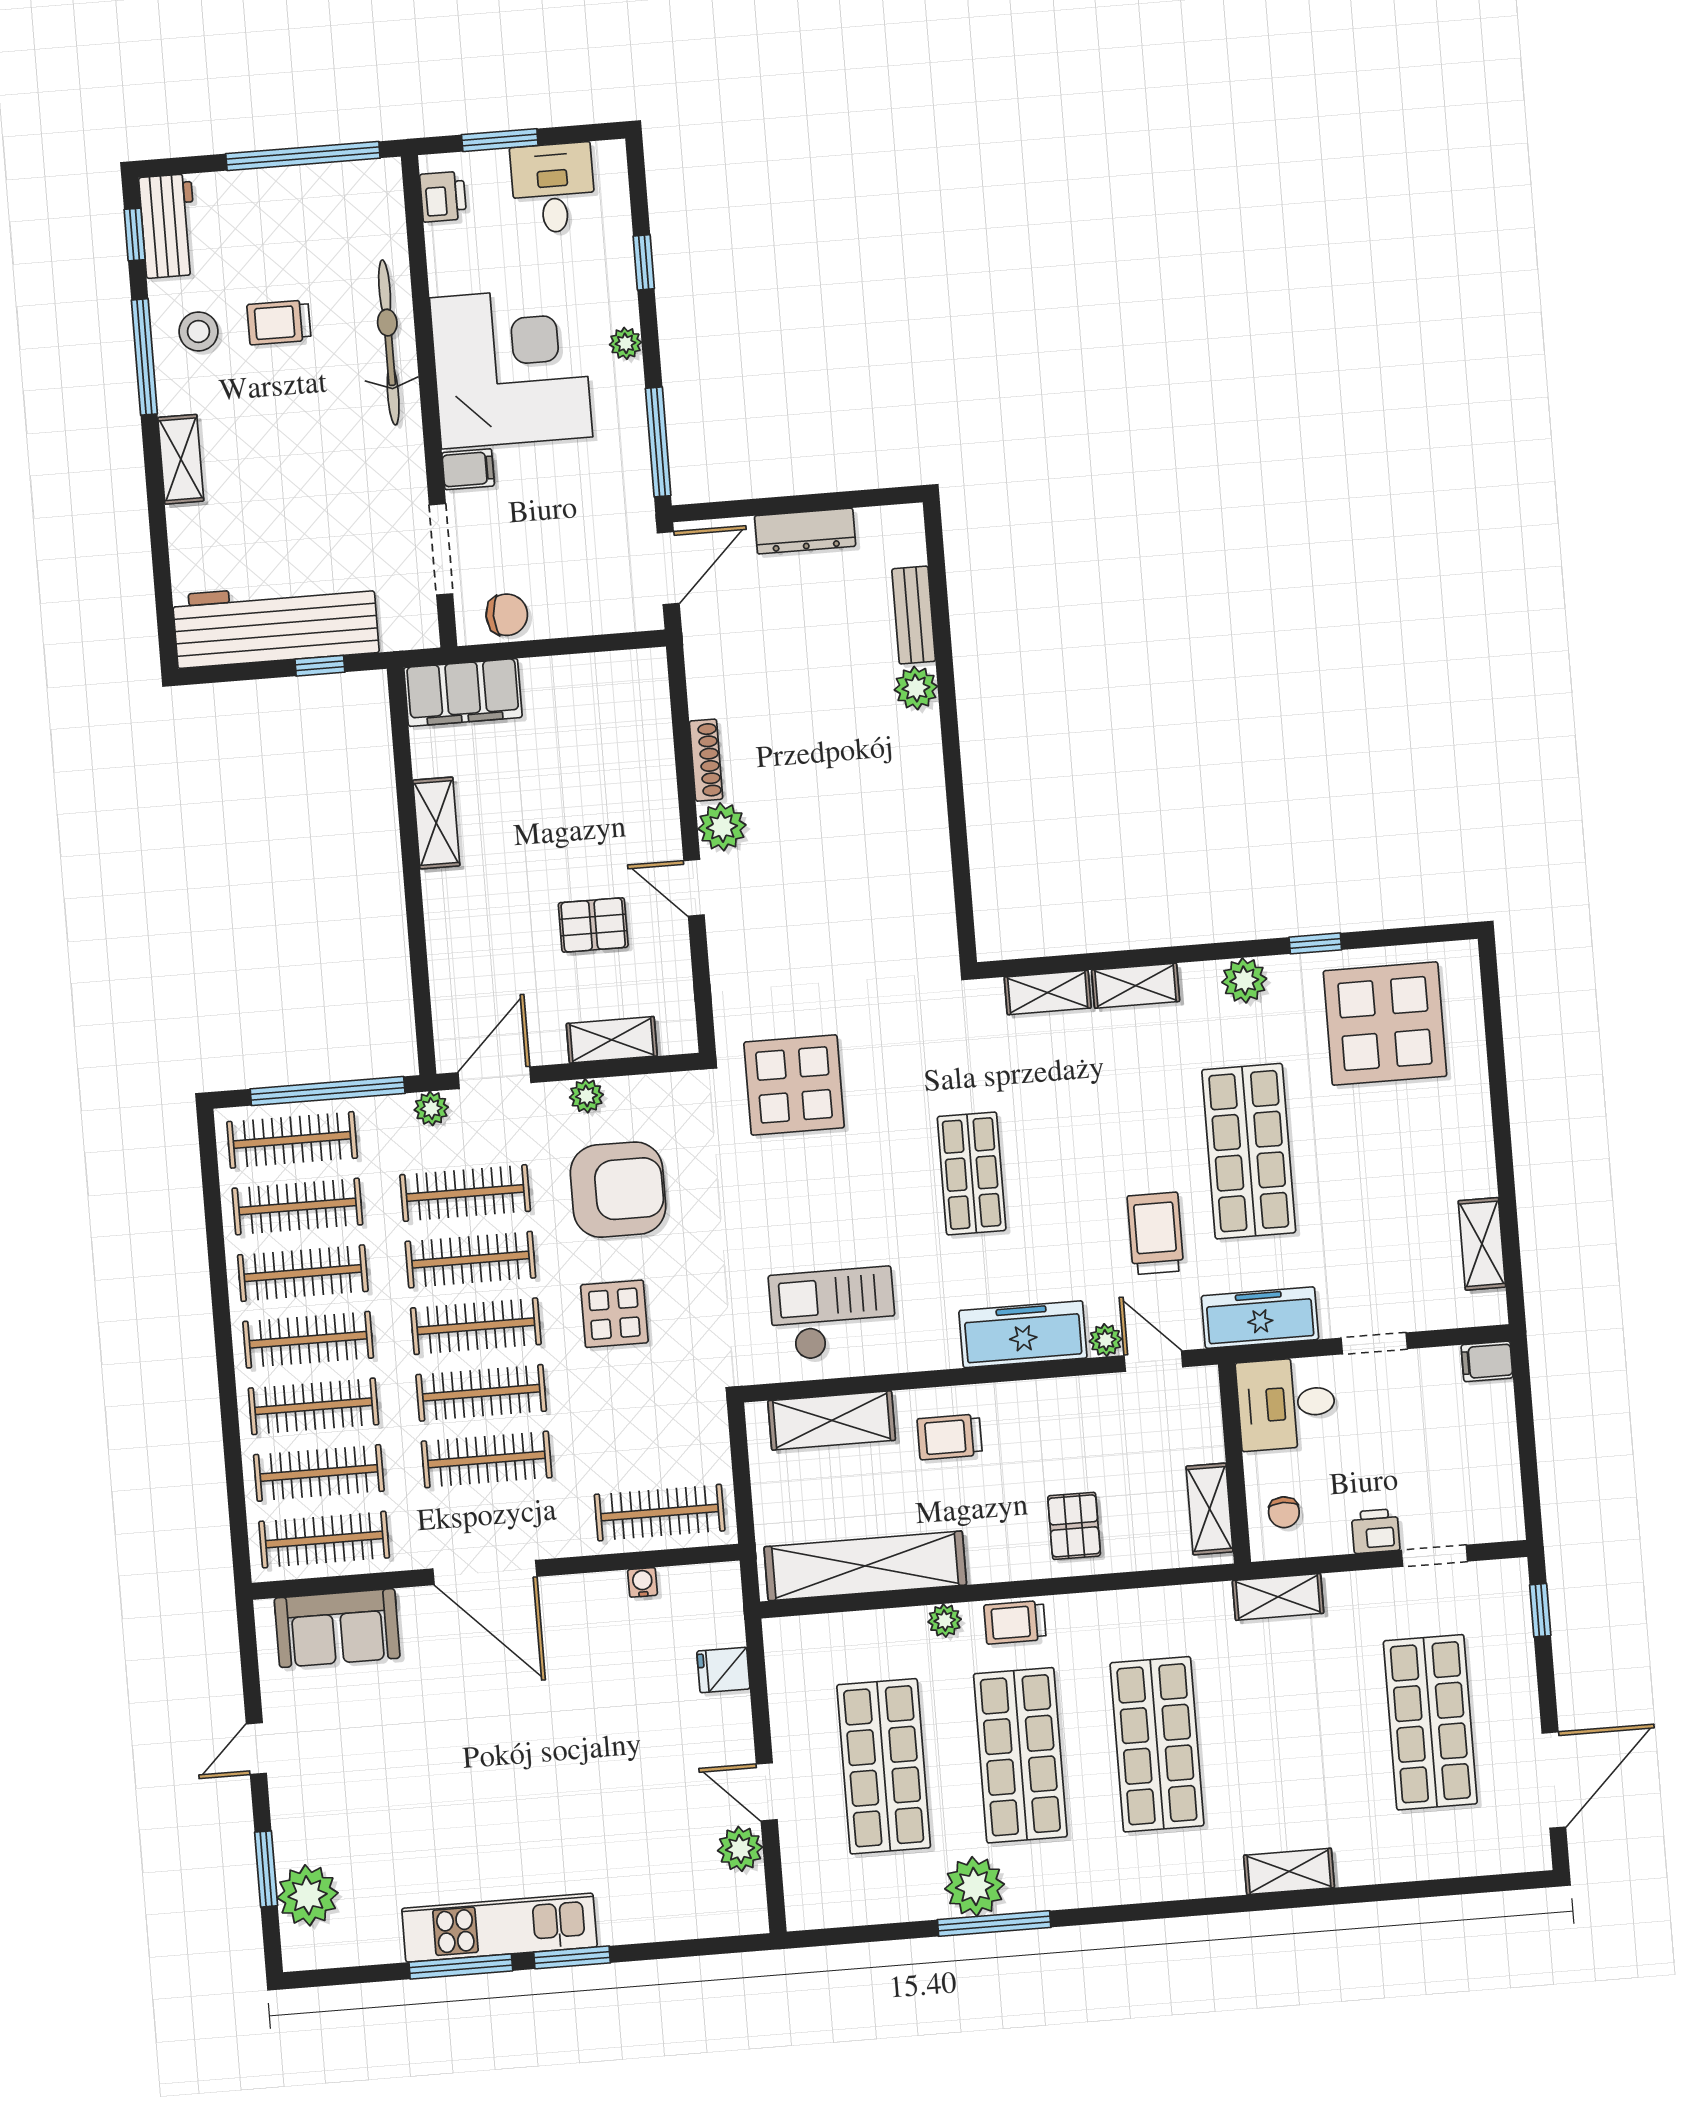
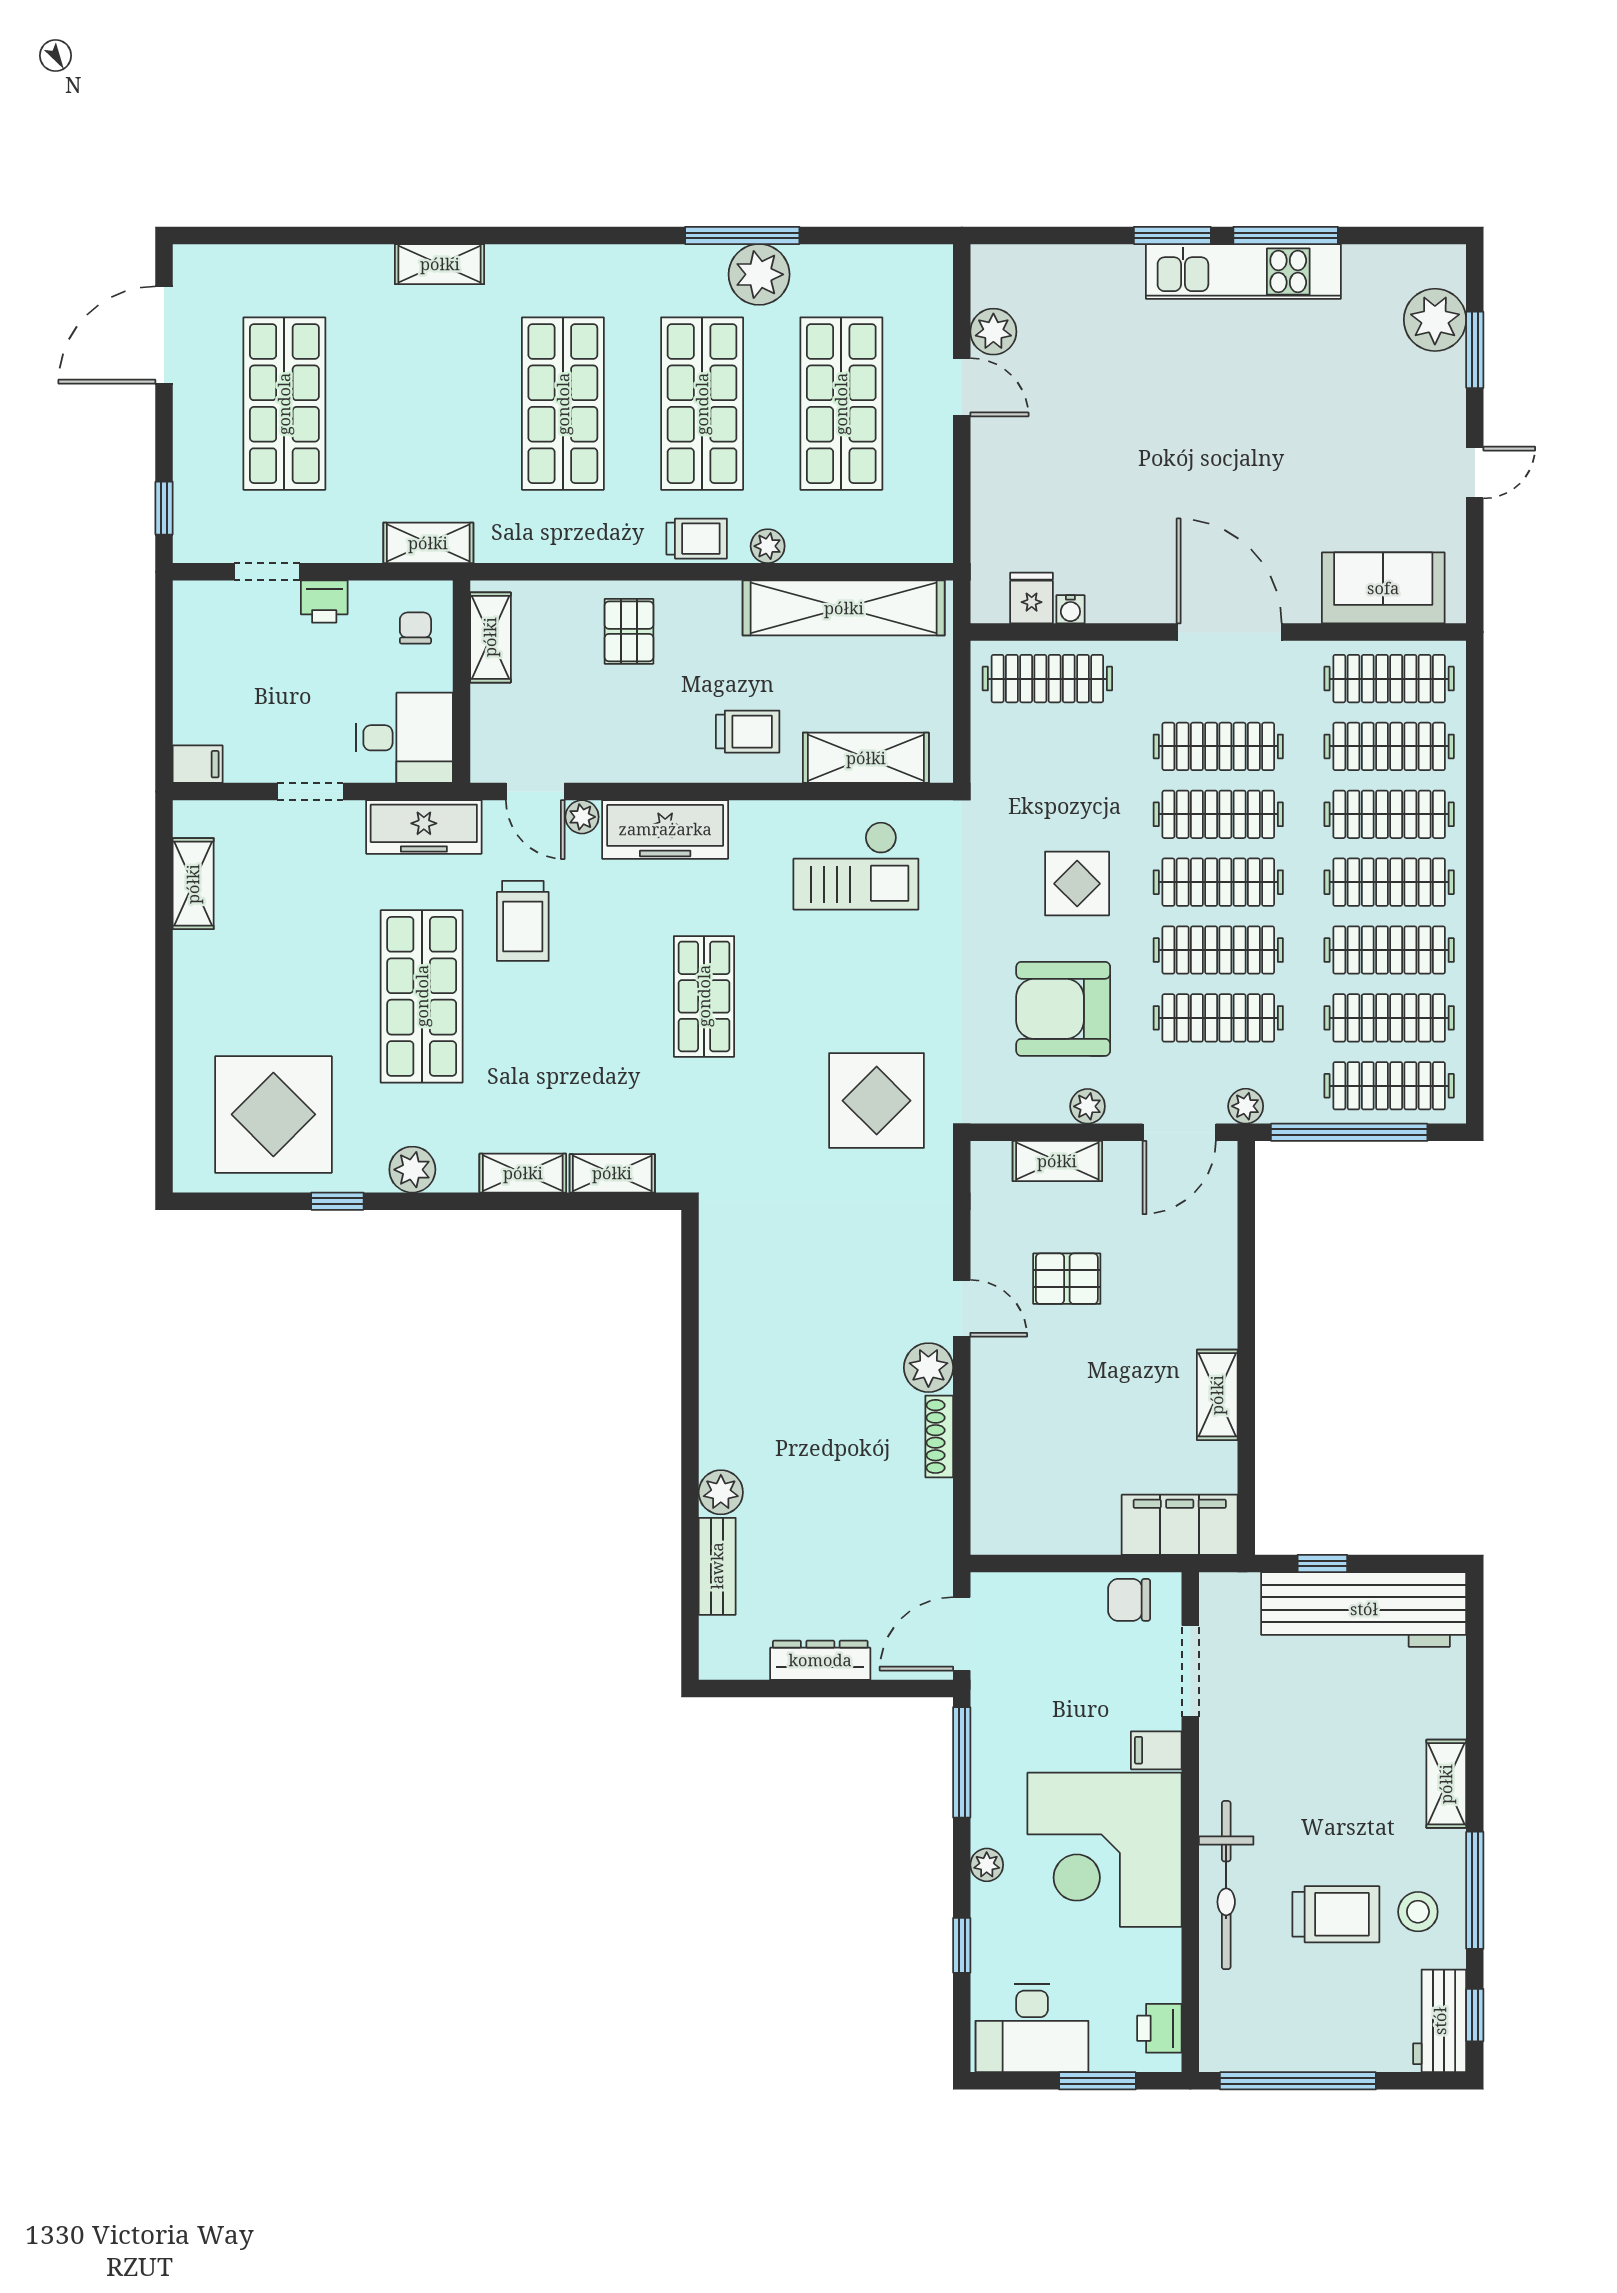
desk: (553, 188) -> (1032, 2028), width x1.37
trolley: (279, 322) -> (1336, 1914), width x1.36, depth x1.39
fridge: (723, 1670) -> (1032, 598), moved, turned -90

